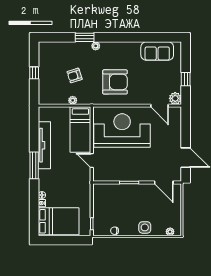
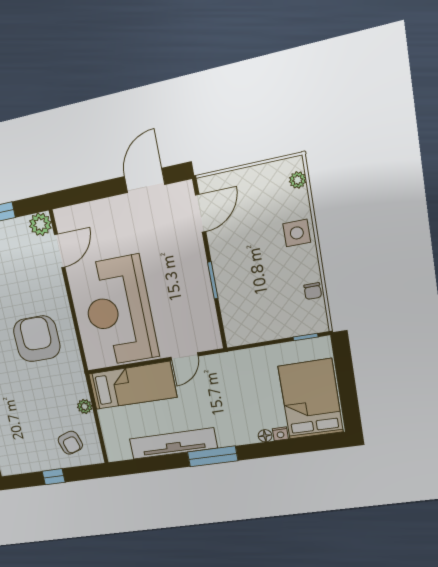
armchair: (75, 75) -> (70, 443), moved

